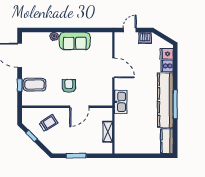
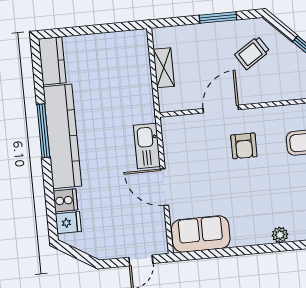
dishwasher: (145, 38) -> (111, 248), removed
sofa: (75, 41) -> (201, 234), moved
kitchen sink: (121, 102) -> (147, 146), moved
trolley: (48, 123) -> (252, 53), moved

